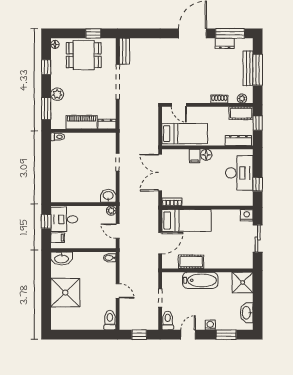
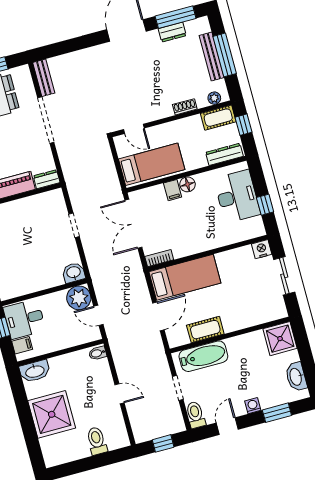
plant: (111, 211) -> (79, 298), width x1.87, depth x1.87
bathtub: (200, 280) -> (203, 356), moved
toilet: (110, 320) -> (97, 441), moved

